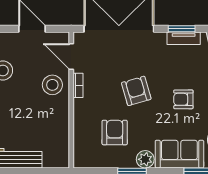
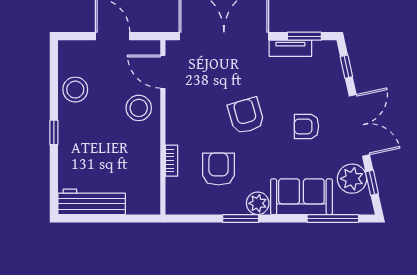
tv unit: (184, 38) -> (290, 48), moved
bookcase: (78, 85) -> (171, 161), moved

